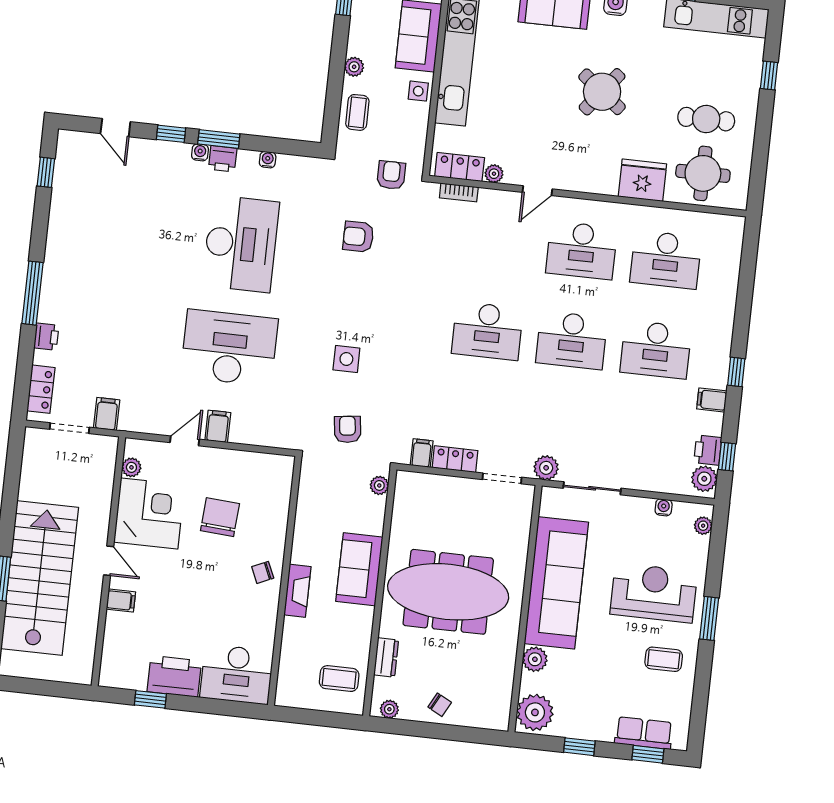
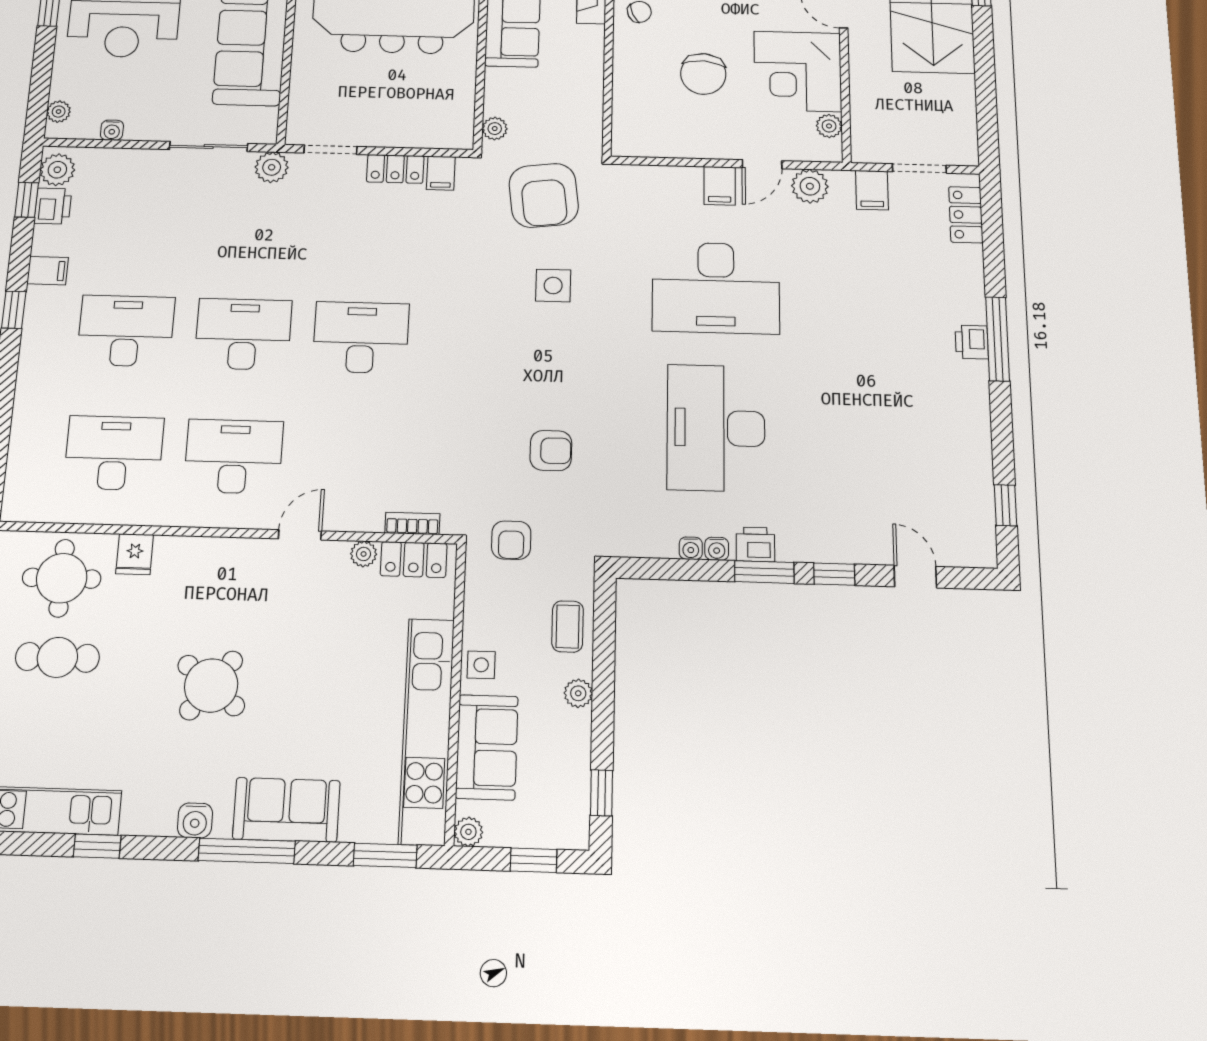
water cooler: (200, 152) -> (717, 549), moved
fridge: (642, 180) -> (135, 554), width x0.53, depth x0.75
printer: (46, 337) -> (972, 342), moved
plant: (152, 421) -> (810, 186), added
armchair: (347, 429) -> (544, 195), width x1.88, depth x1.88

